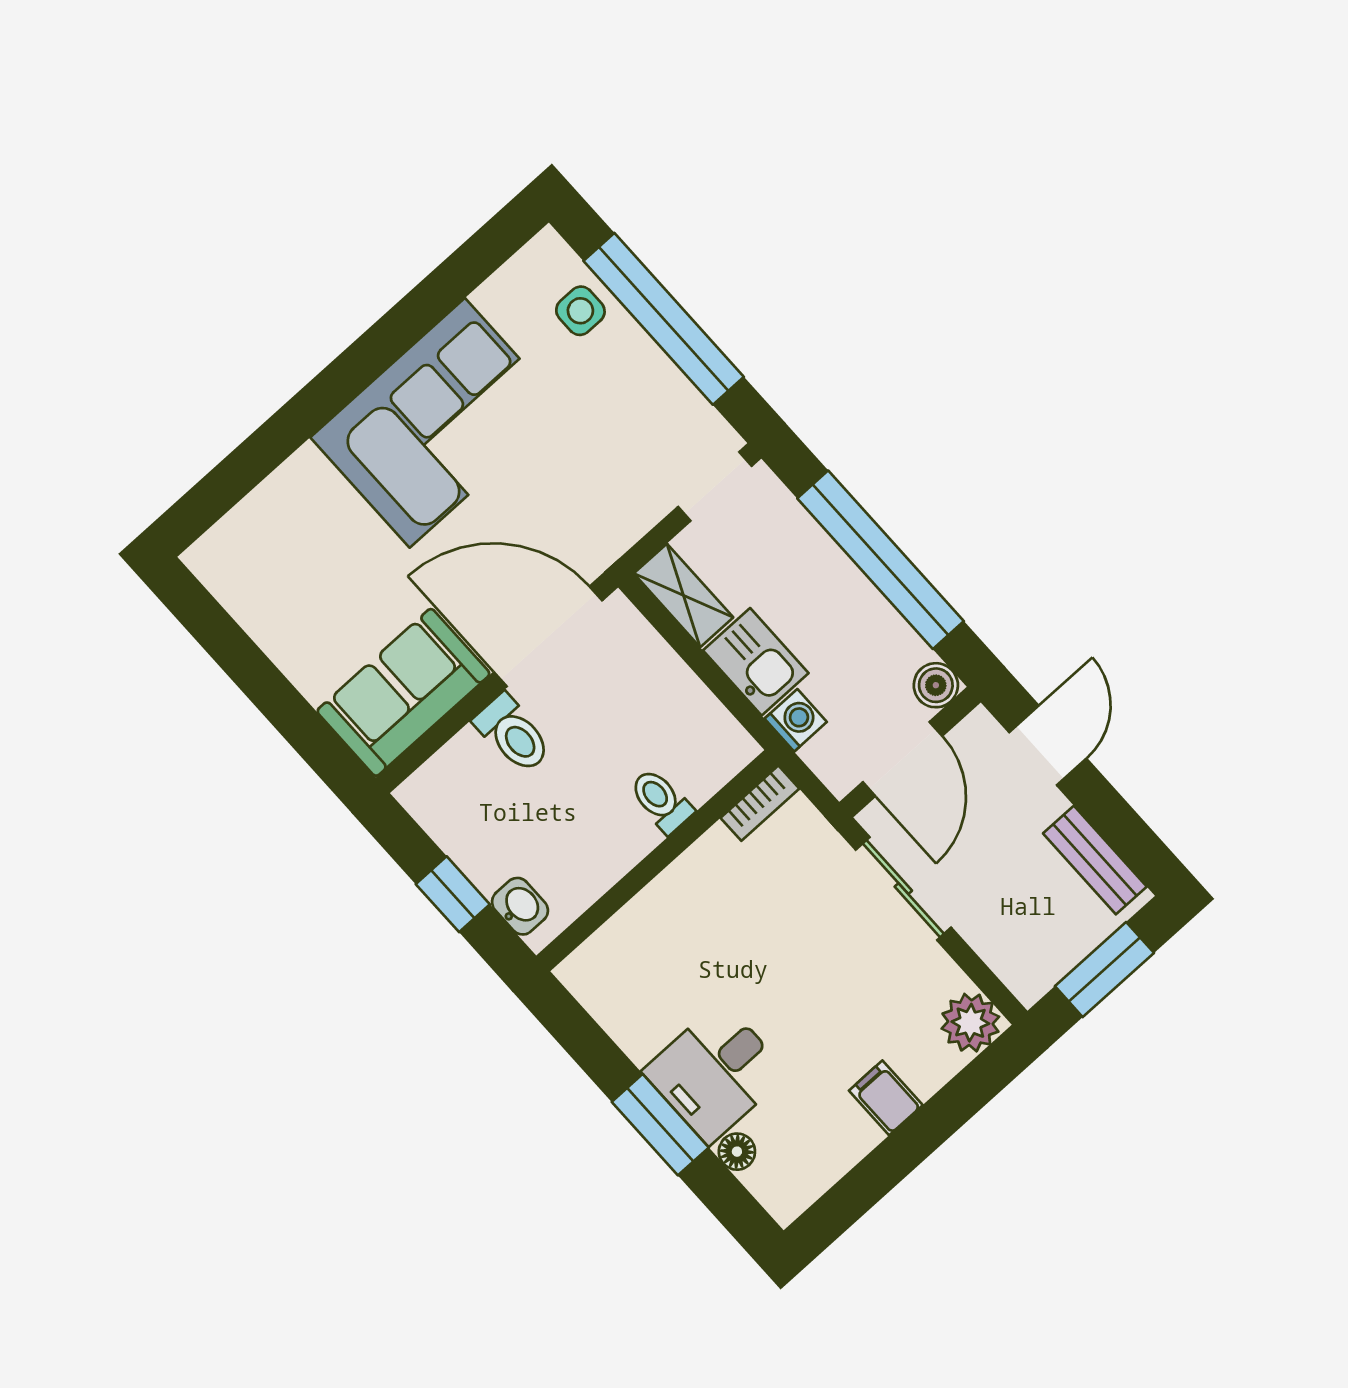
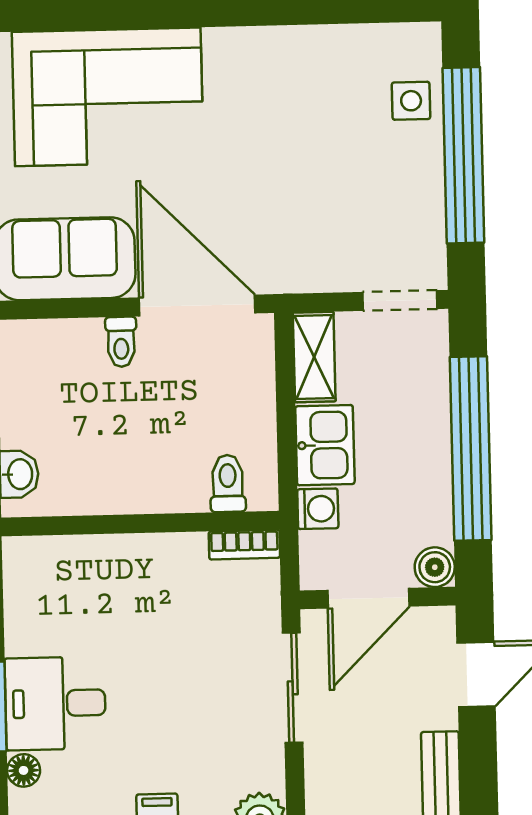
corner sofa: (437, 423) -> (108, 97), moved
toilet: (513, 734) -> (121, 342), width x0.73, depth x0.72
toilet: (661, 801) -> (228, 484), moved

